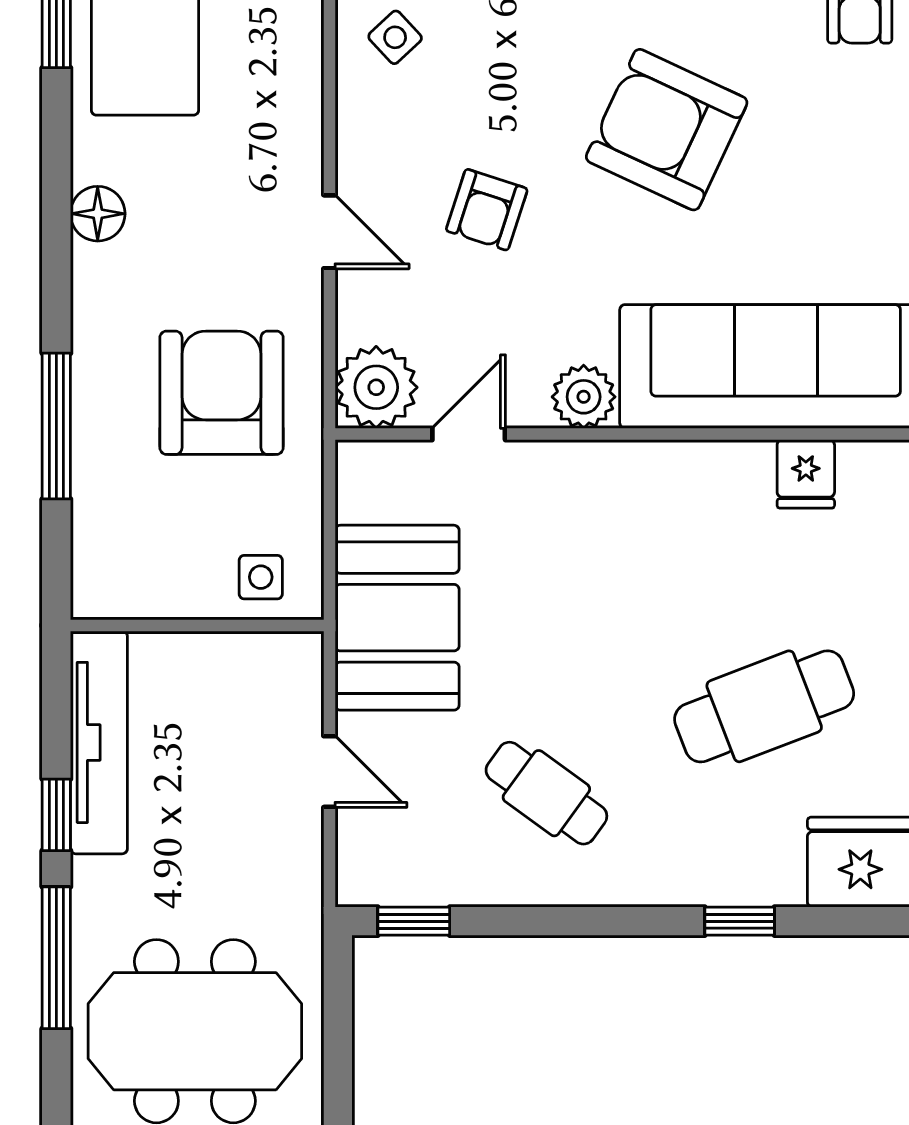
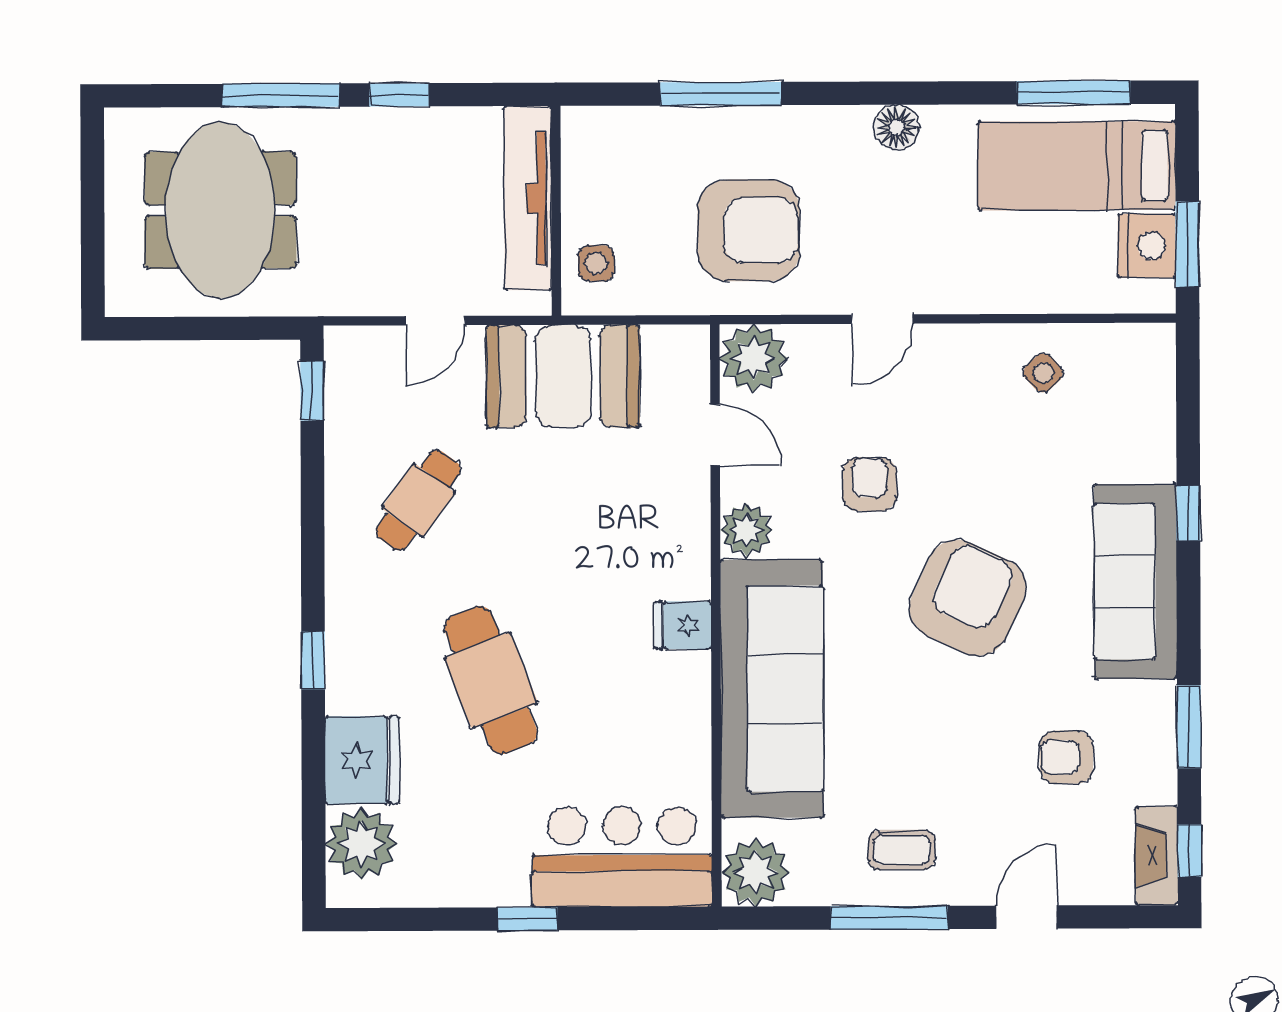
armchair: (487, 210) -> (869, 484), moved, turned 72
fridge: (806, 474) -> (683, 625), moved
tv unit: (99, 742) -> (528, 198), moved, turned 90

